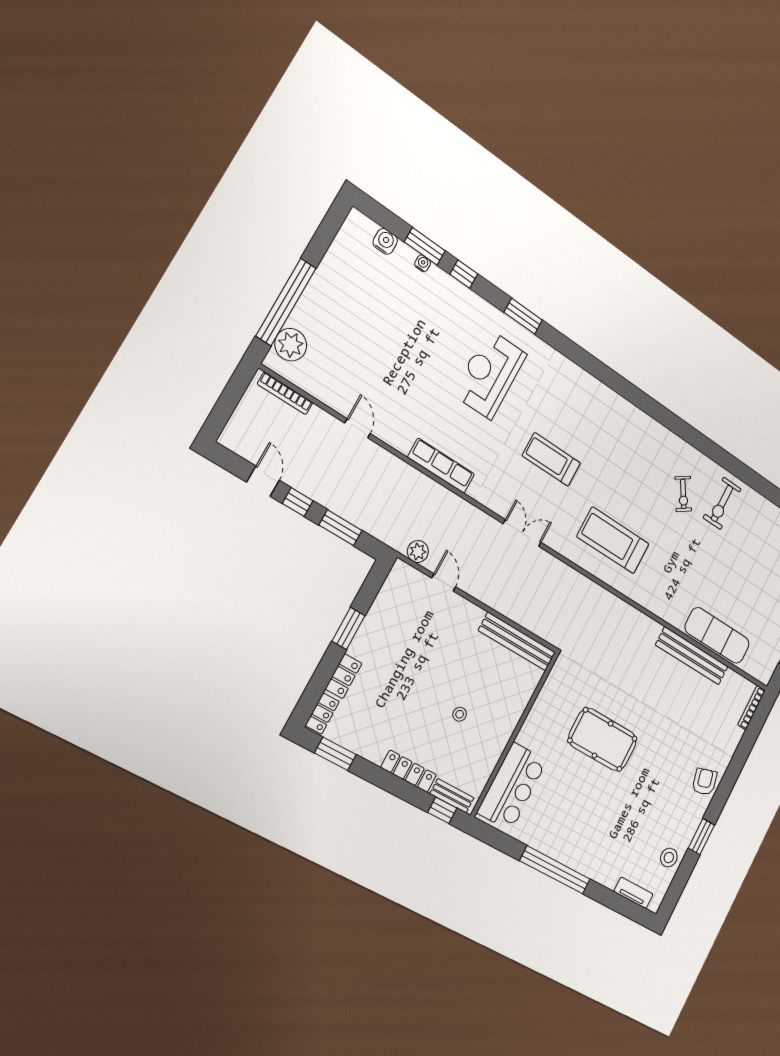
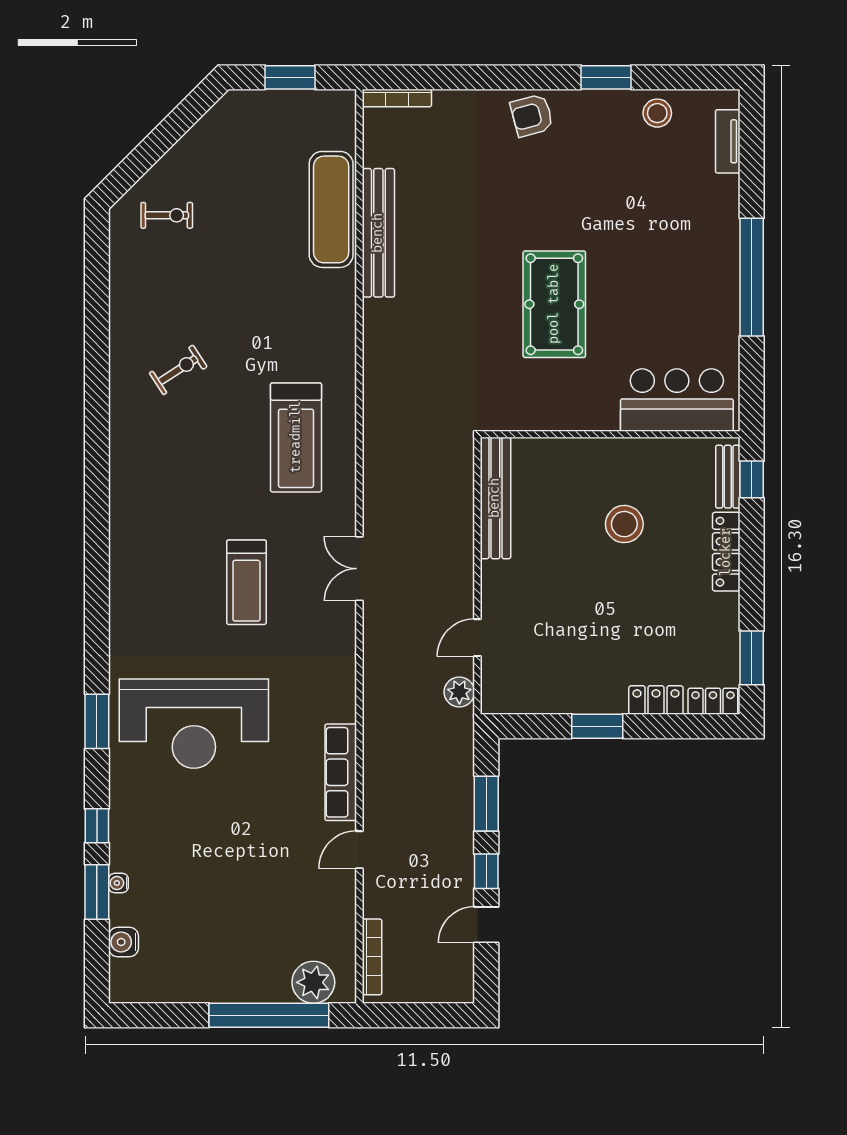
reception desk: (490, 374) -> (194, 724), width x1.36, depth x1.30
row of seats: (441, 466) -> (341, 772), moved
exercise bike: (722, 503) -> (167, 215), moved, width x0.73, depth x0.72
stool: (460, 714) -> (624, 524), width x1.89, depth x1.89

